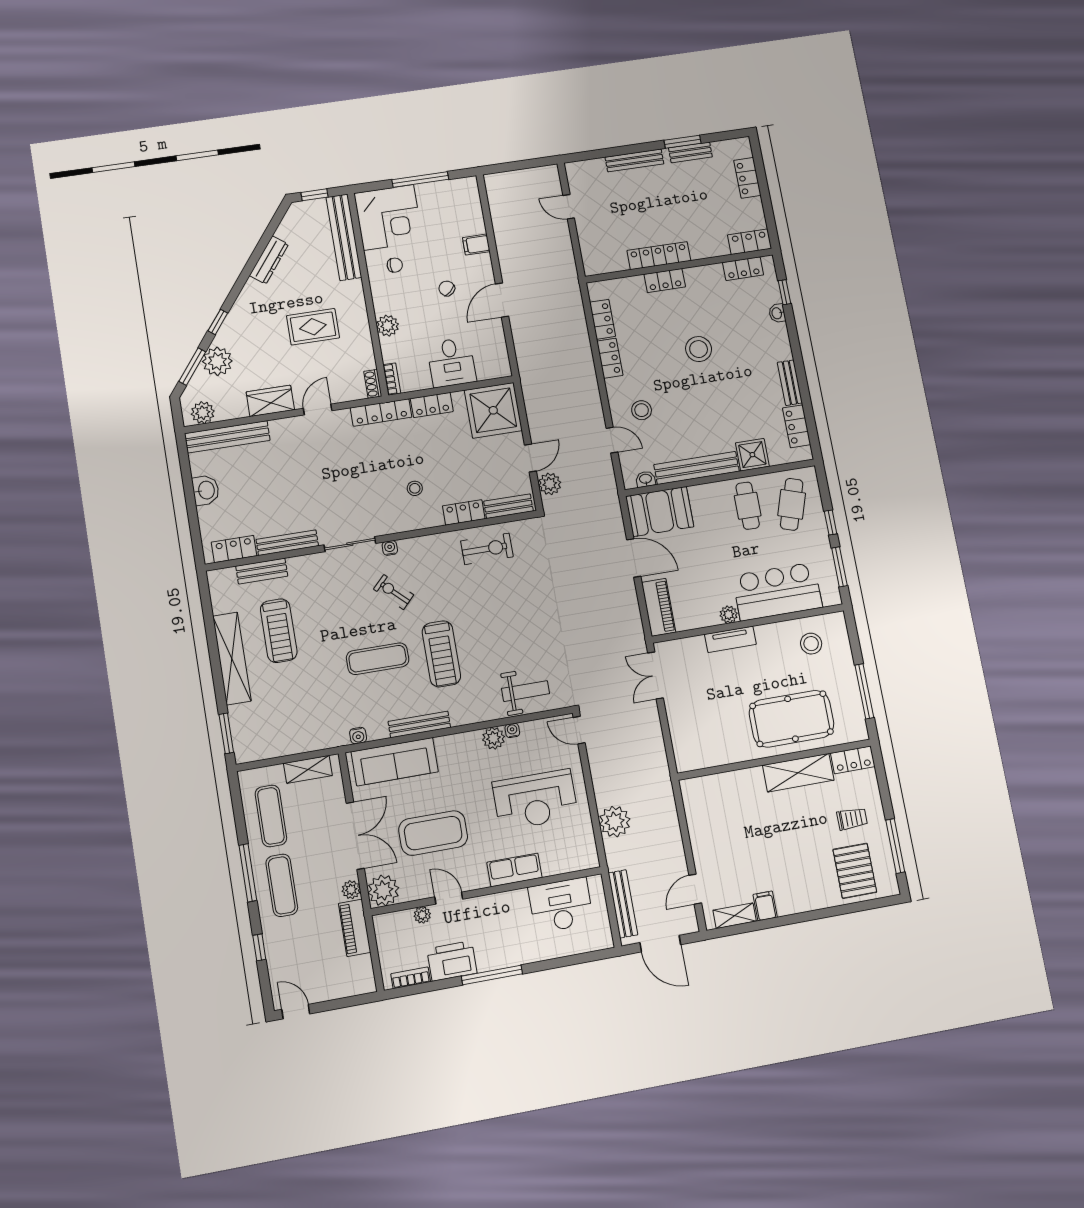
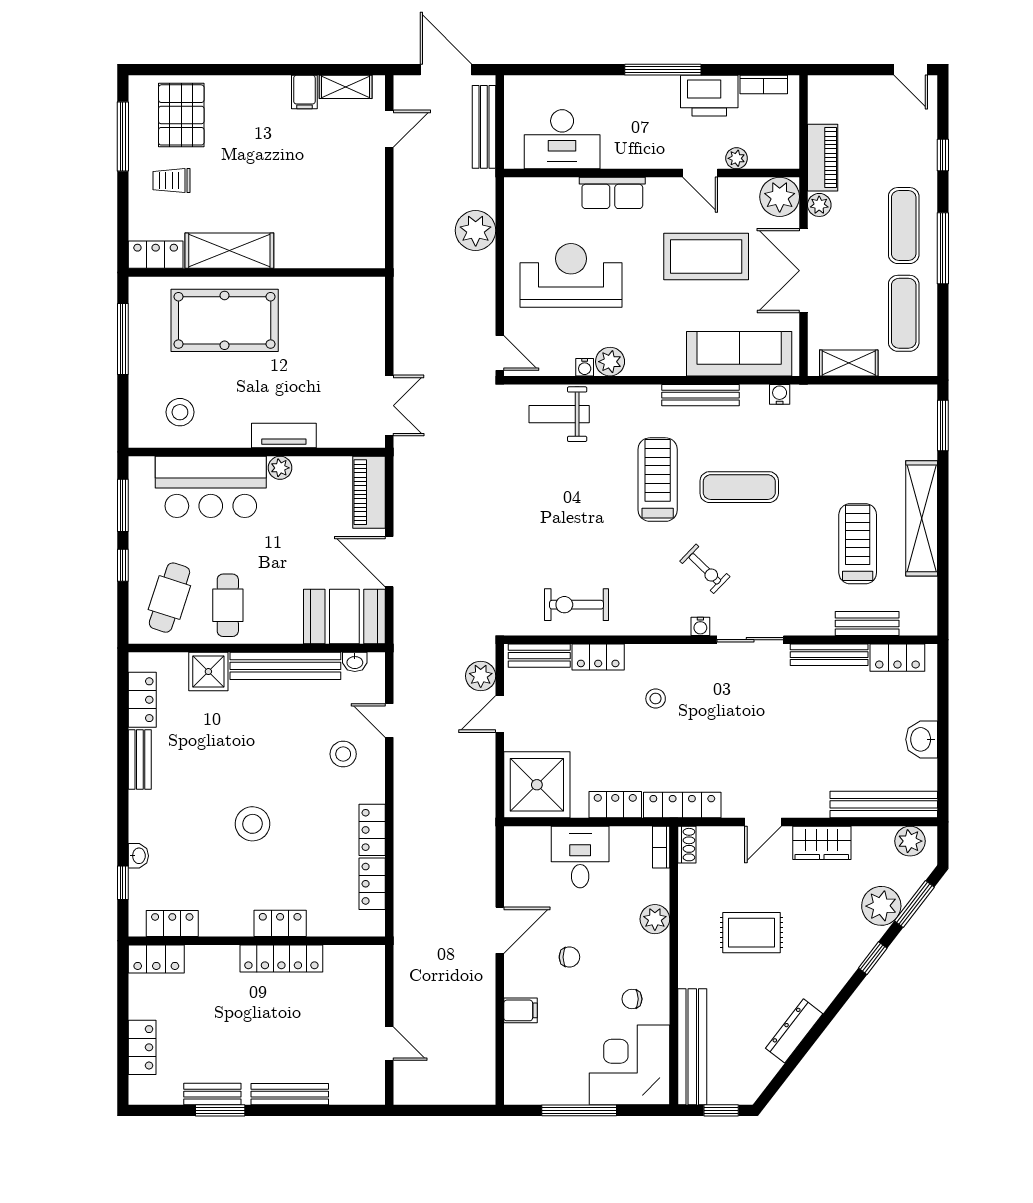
chair: (447, 288) -> (569, 957), turned -48

